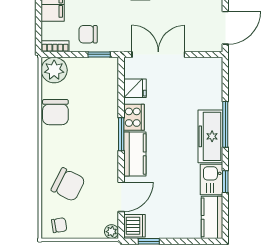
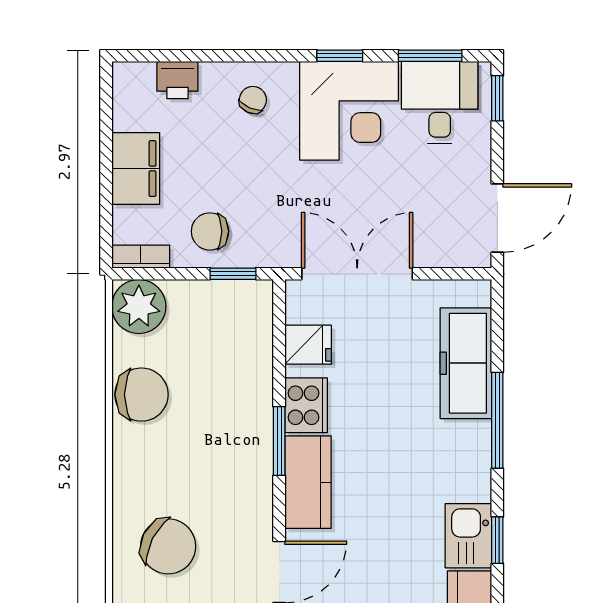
chair: (55, 112) -> (141, 395), turned -90
freezer: (210, 136) -> (466, 363), moved

